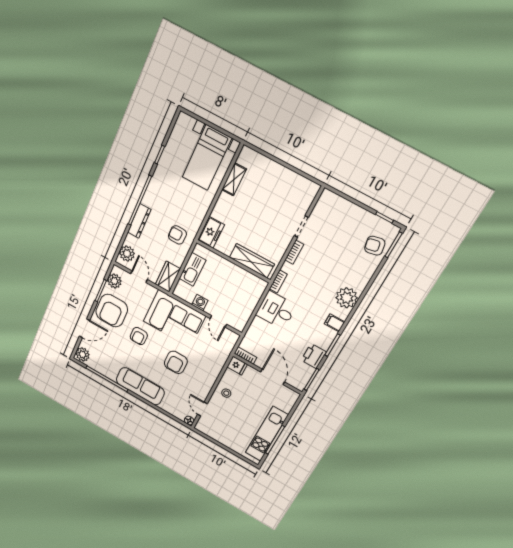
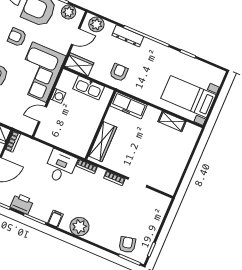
freezer: (211, 232) -> (129, 105), width x1.40

